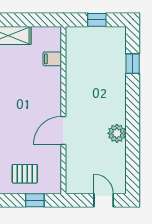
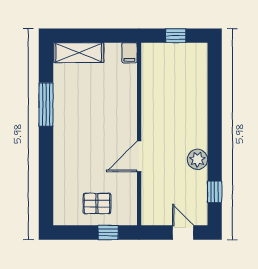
filing cabinet: (52, 59) -> (129, 53), moved, turned -90
window: (133, 64) -> (215, 192), moved

